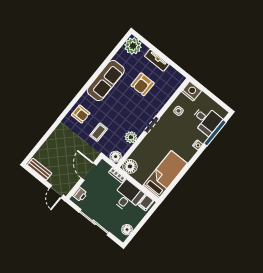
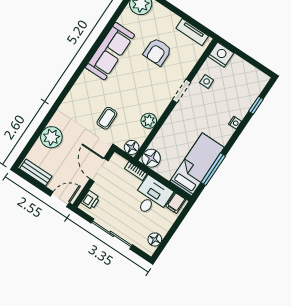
tv unit: (157, 60) -> (192, 32), moved
armchair: (81, 114) -> (82, 97), removed
desk: (206, 120) -> (243, 90), removed
doorway: (152, 125) -> (181, 91), moved
window: (215, 133) -> (256, 105), width x0.46
plant: (54, 143) -> (51, 137), added
window: (177, 179) -> (213, 169), added
door: (56, 192) -> (60, 199), swing flipped

